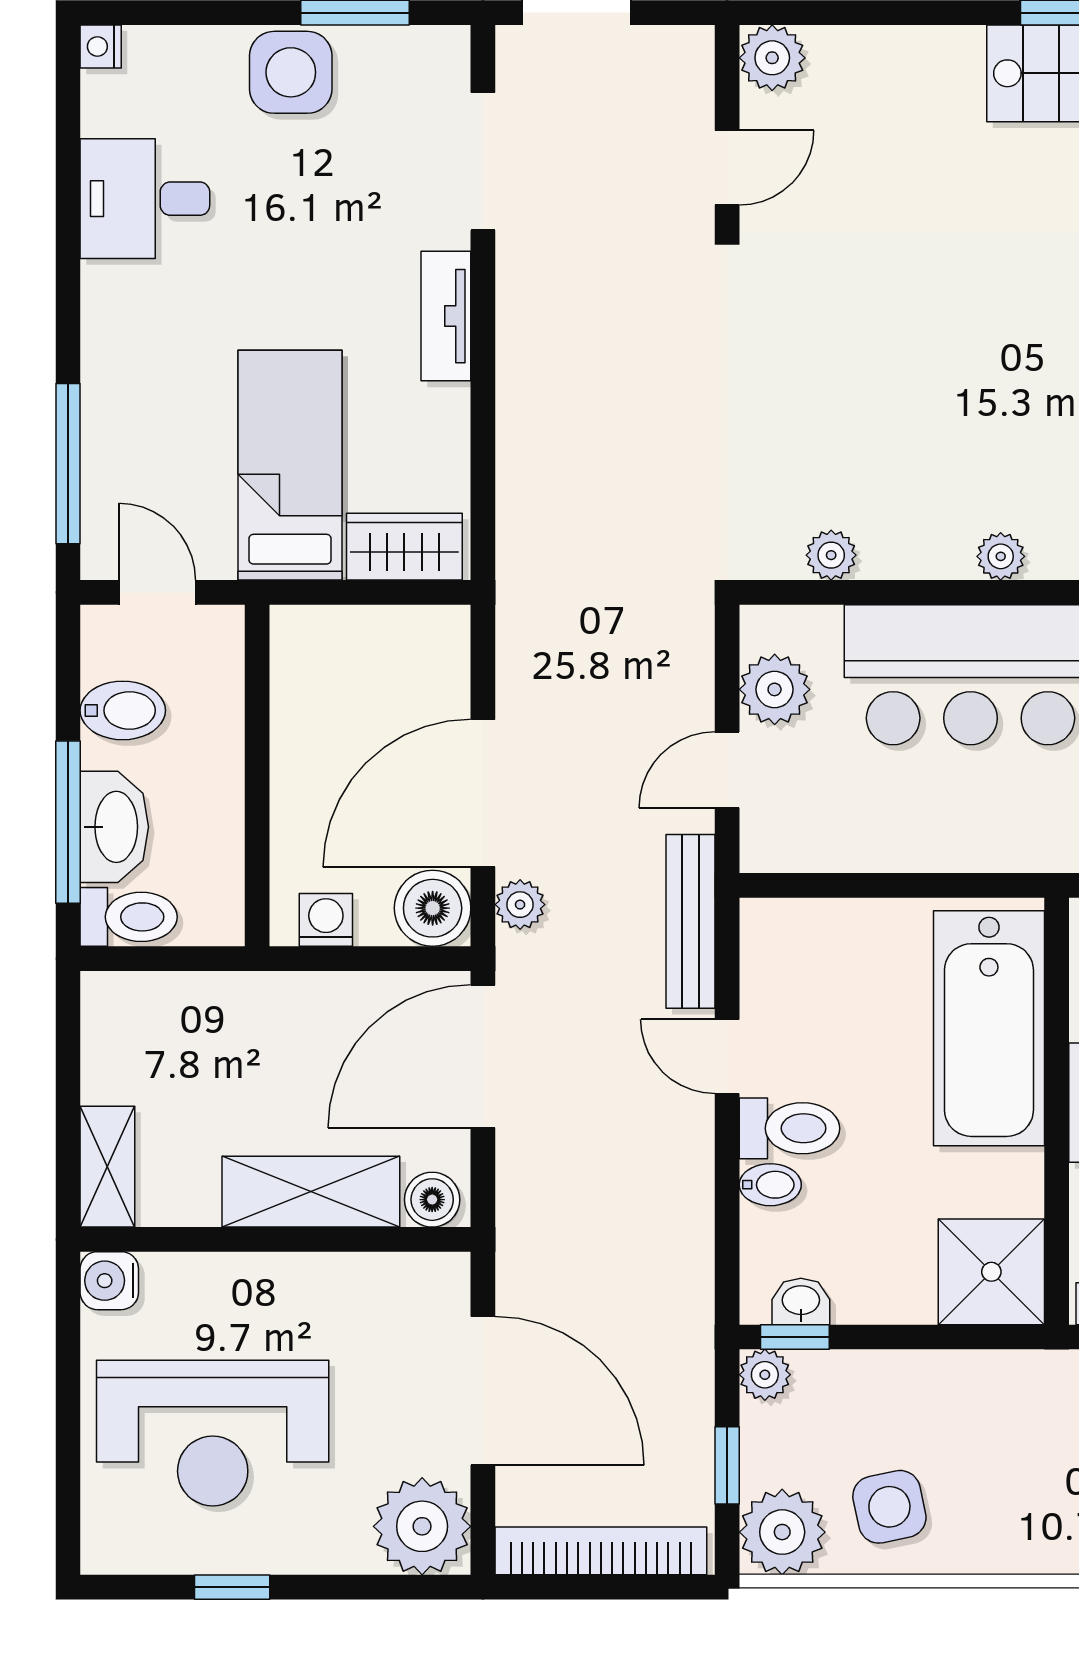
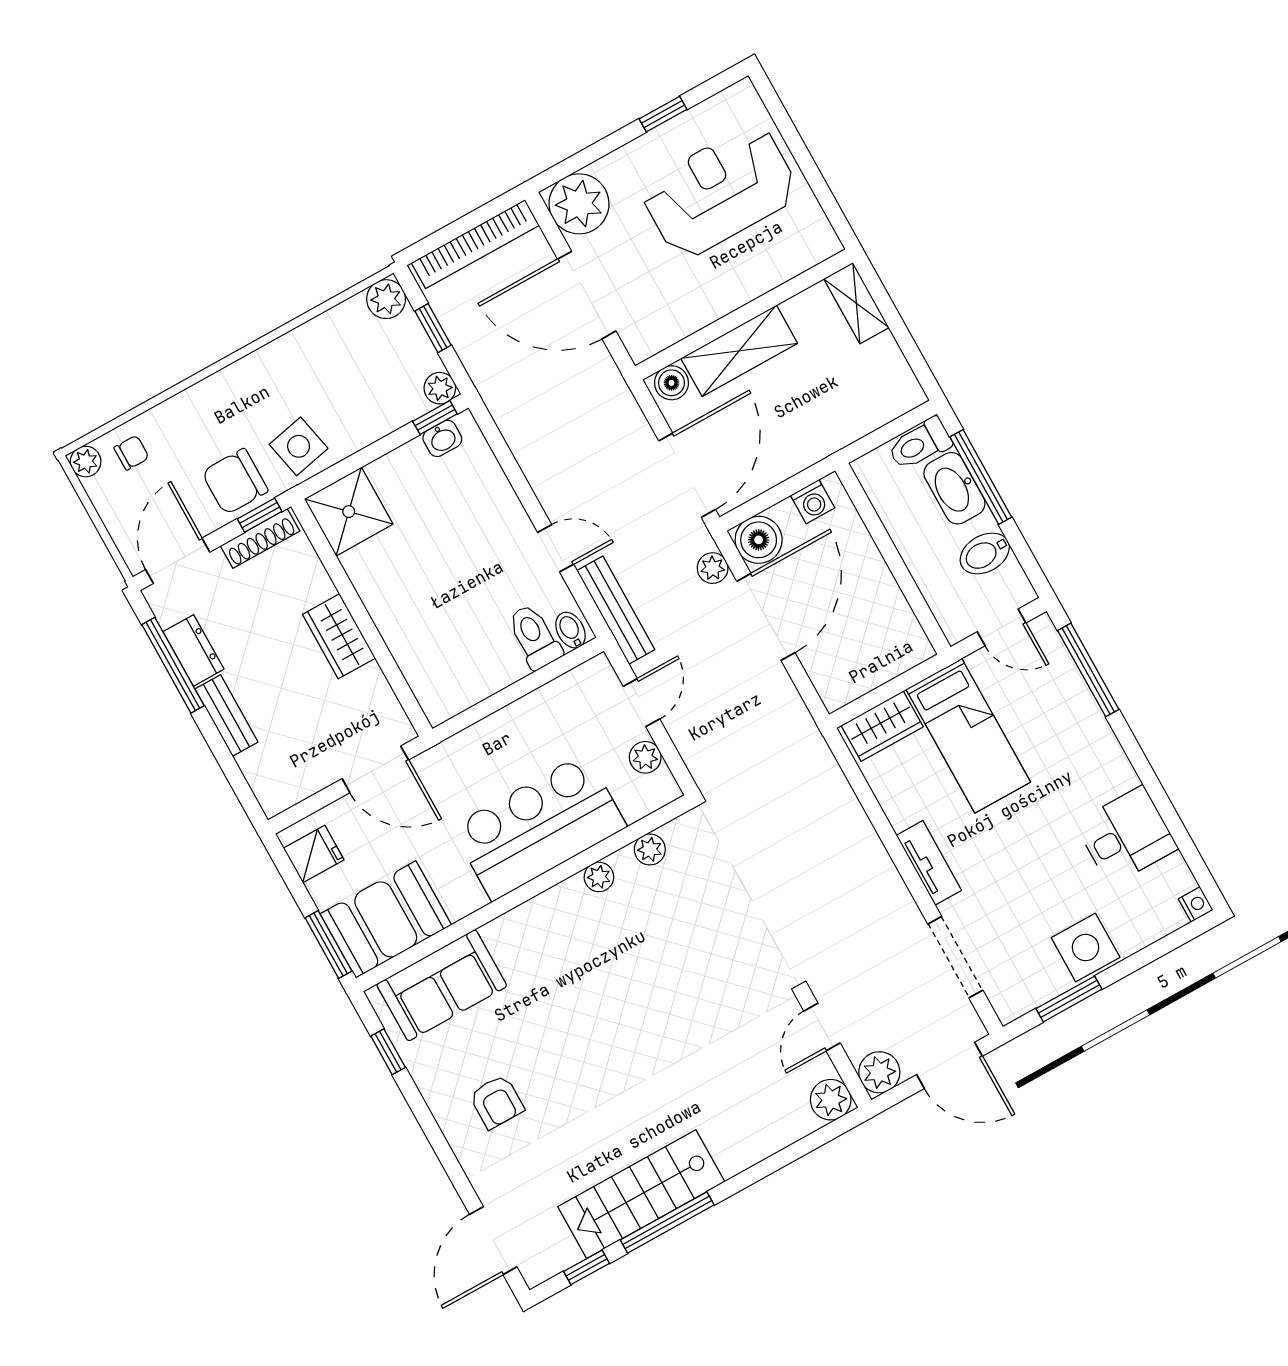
plant: (682, 58) -> (879, 1072), added
plant: (1001, 556) -> (599, 877), moved
plant: (775, 689) -> (645, 757), width x0.73, depth x0.73
bathtub: (989, 1028) -> (423, 642), removed
toilet: (789, 1128) -> (534, 637), moved, turned 90
bidet: (770, 1185) -> (571, 630), moved, turned 90
water cooler: (109, 1281) -> (821, 242), removed
side table: (889, 1507) -> (299, 446), moved
plant: (782, 1532) -> (386, 299), width x0.73, depth x0.73

